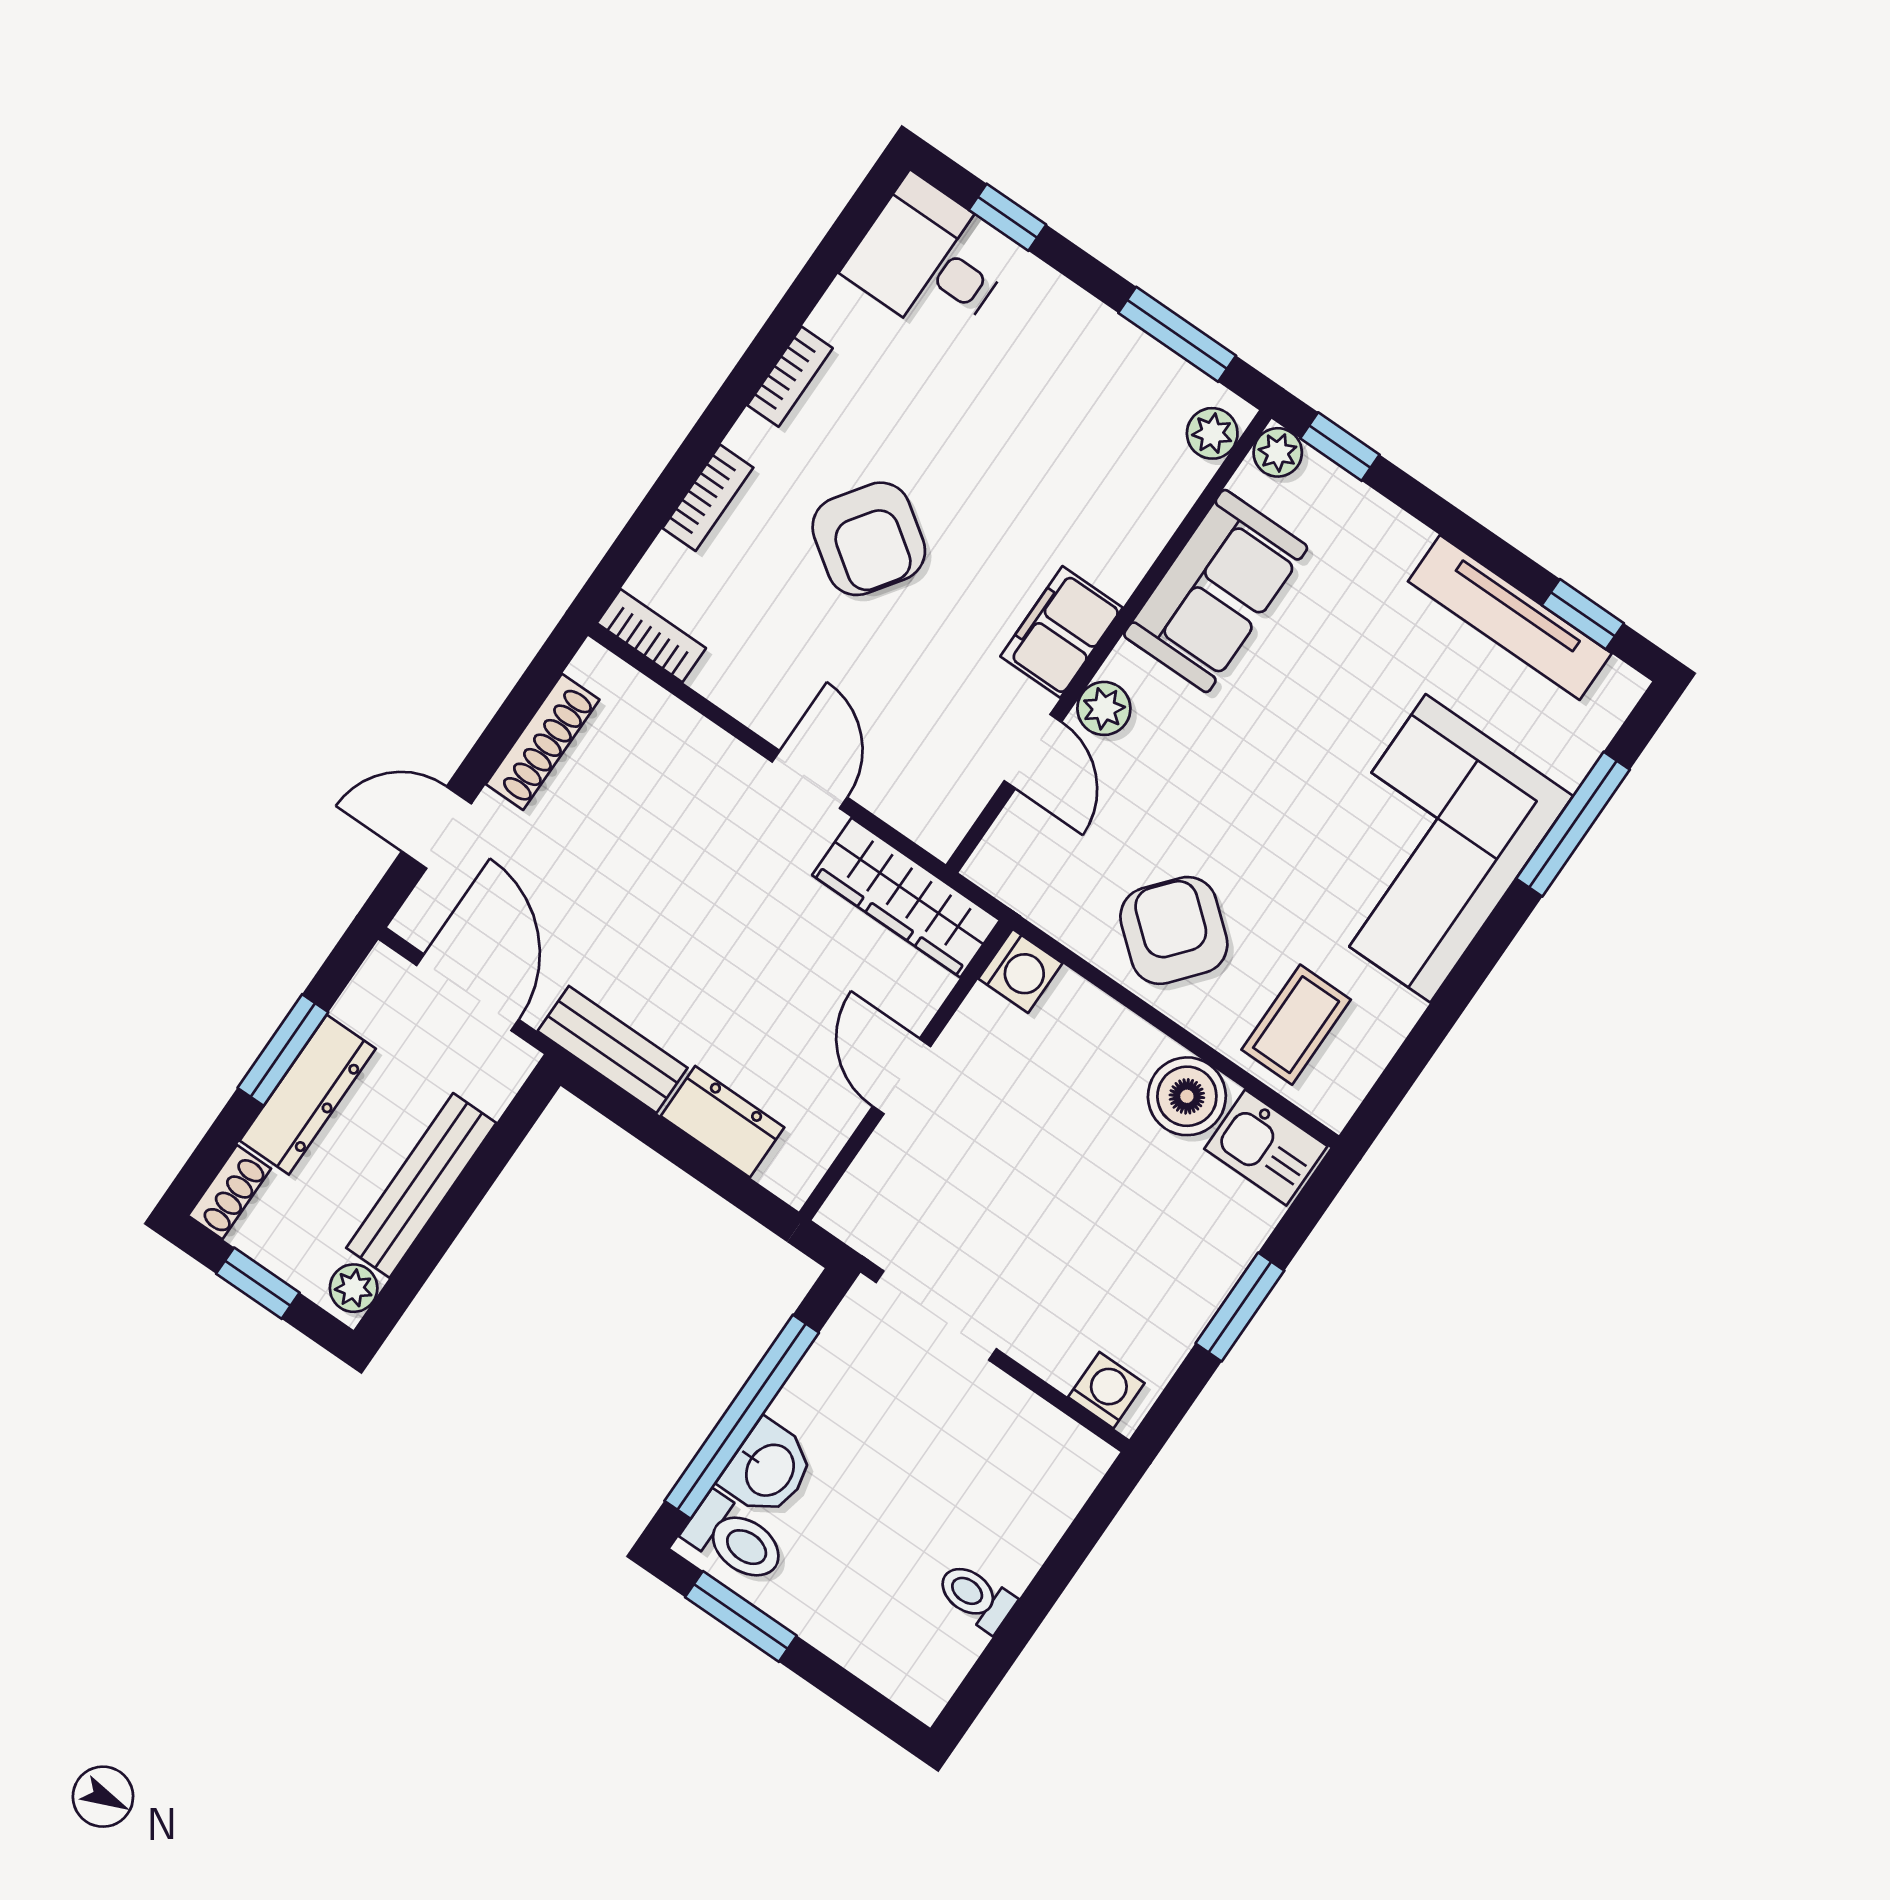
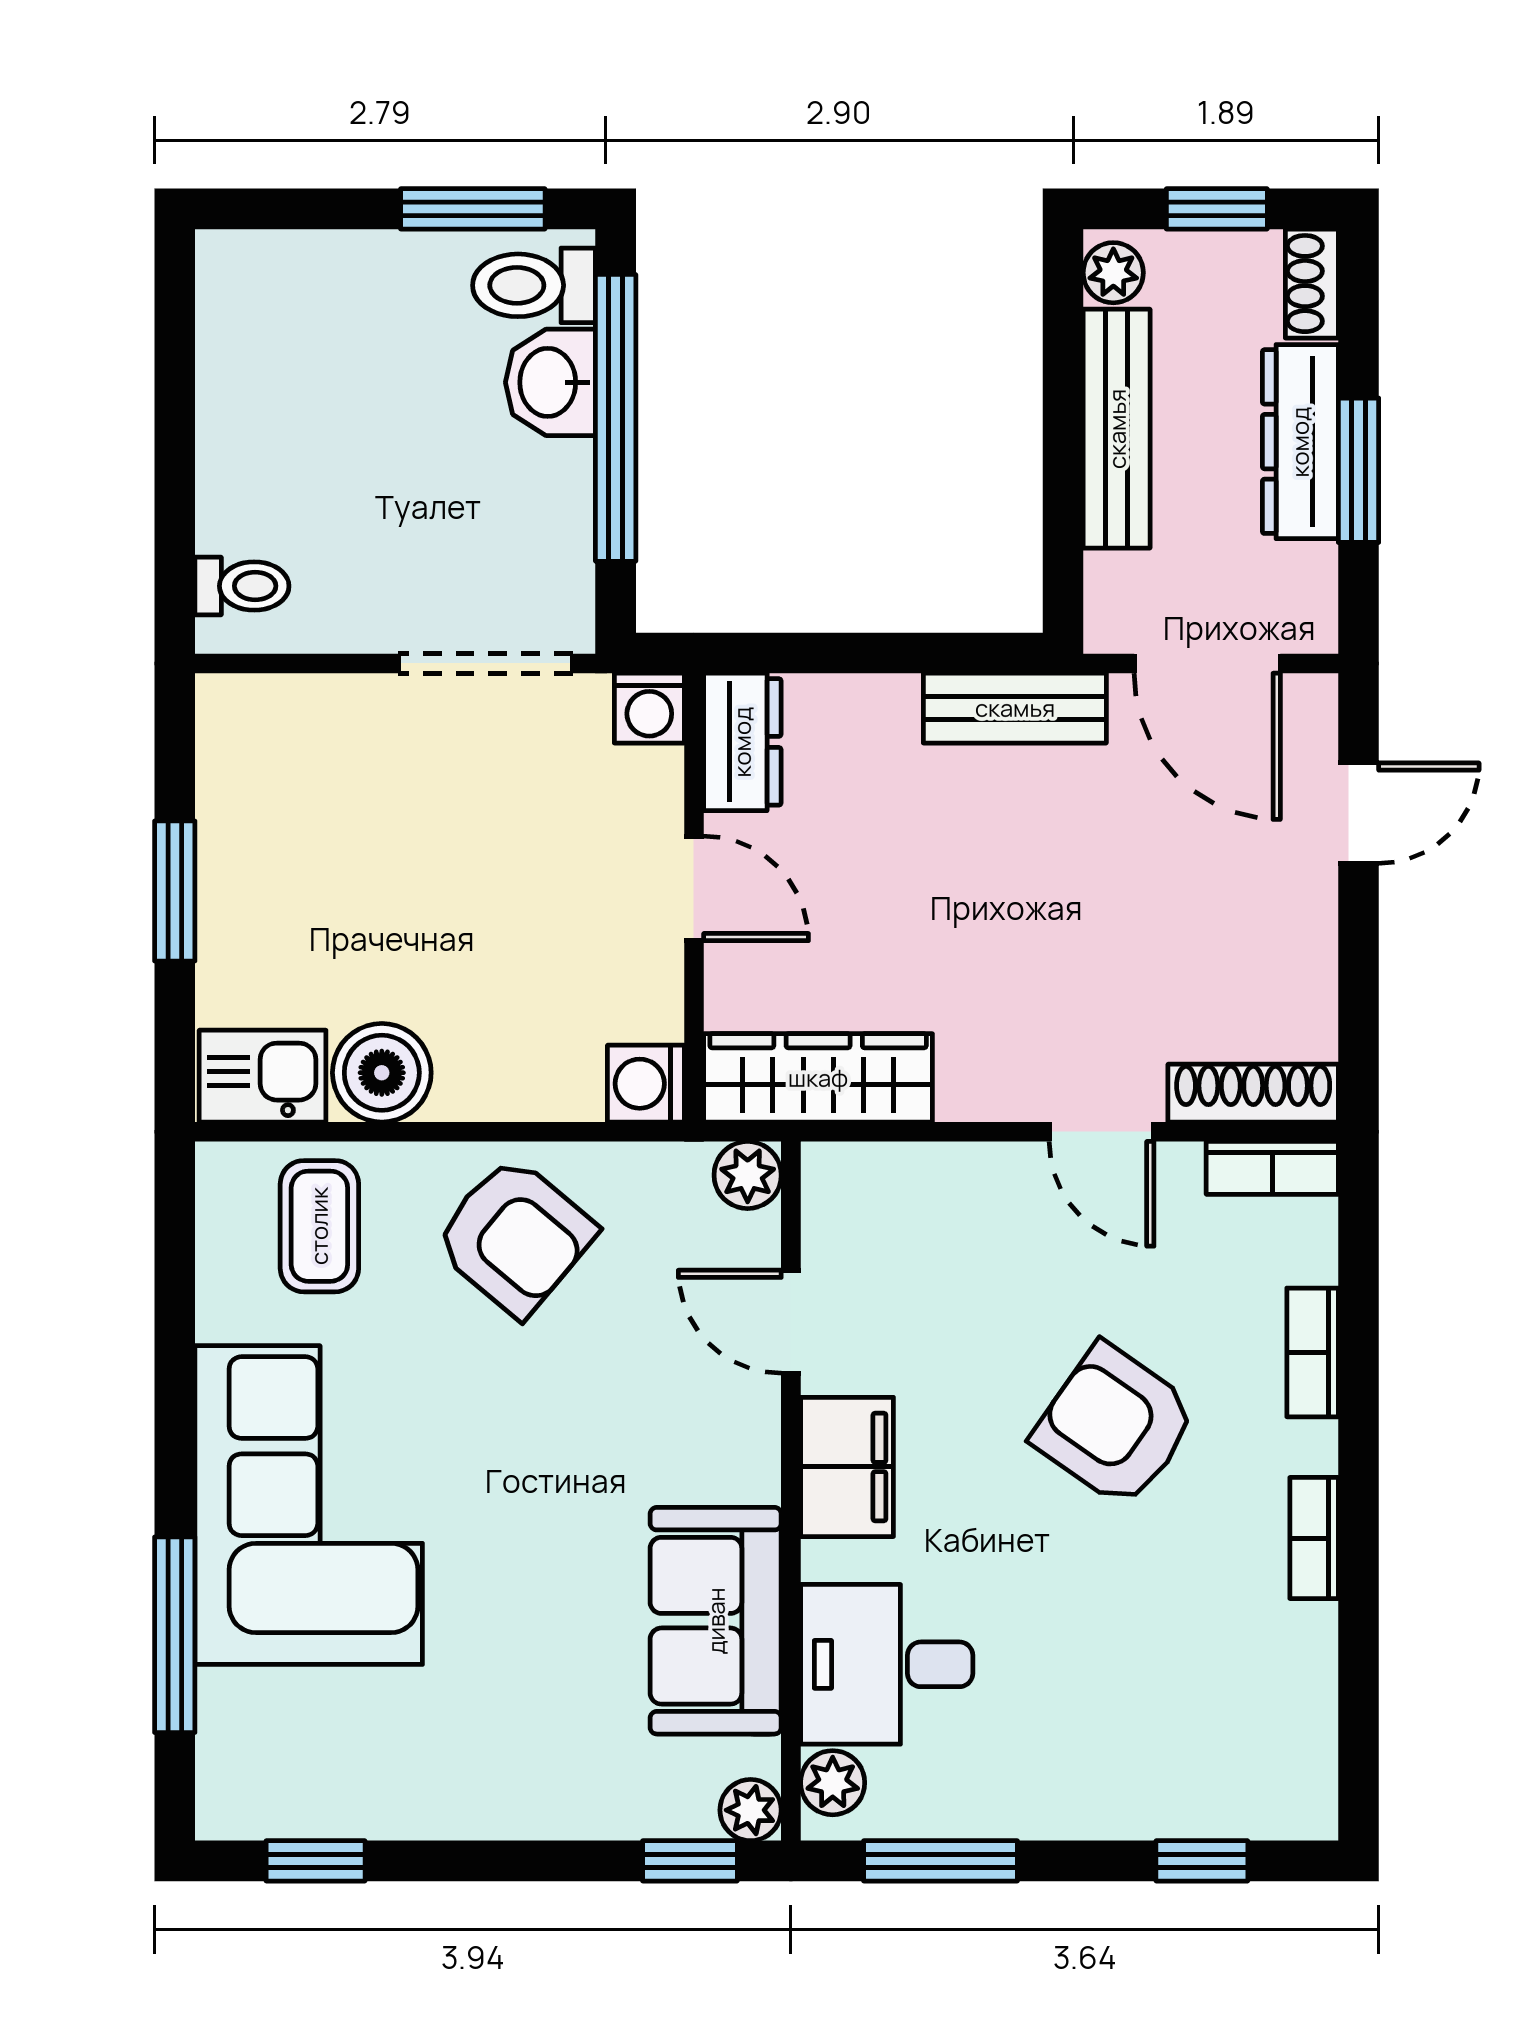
desk: (930, 260) -> (887, 1664), moved, turned 180
tv unit: (1510, 617) -> (390, 1805), removed
plant: (1104, 708) -> (748, 1175), moved
shoe rack: (543, 742) -> (1253, 1093), moved, turned 90
door: (810, 779) -> (1102, 1132), moved
dresser: (722, 1122) -> (742, 742), moved, turned -90
washing machine: (1106, 1390) -> (649, 708), moved
toilet: (976, 1597) -> (242, 586), moved

